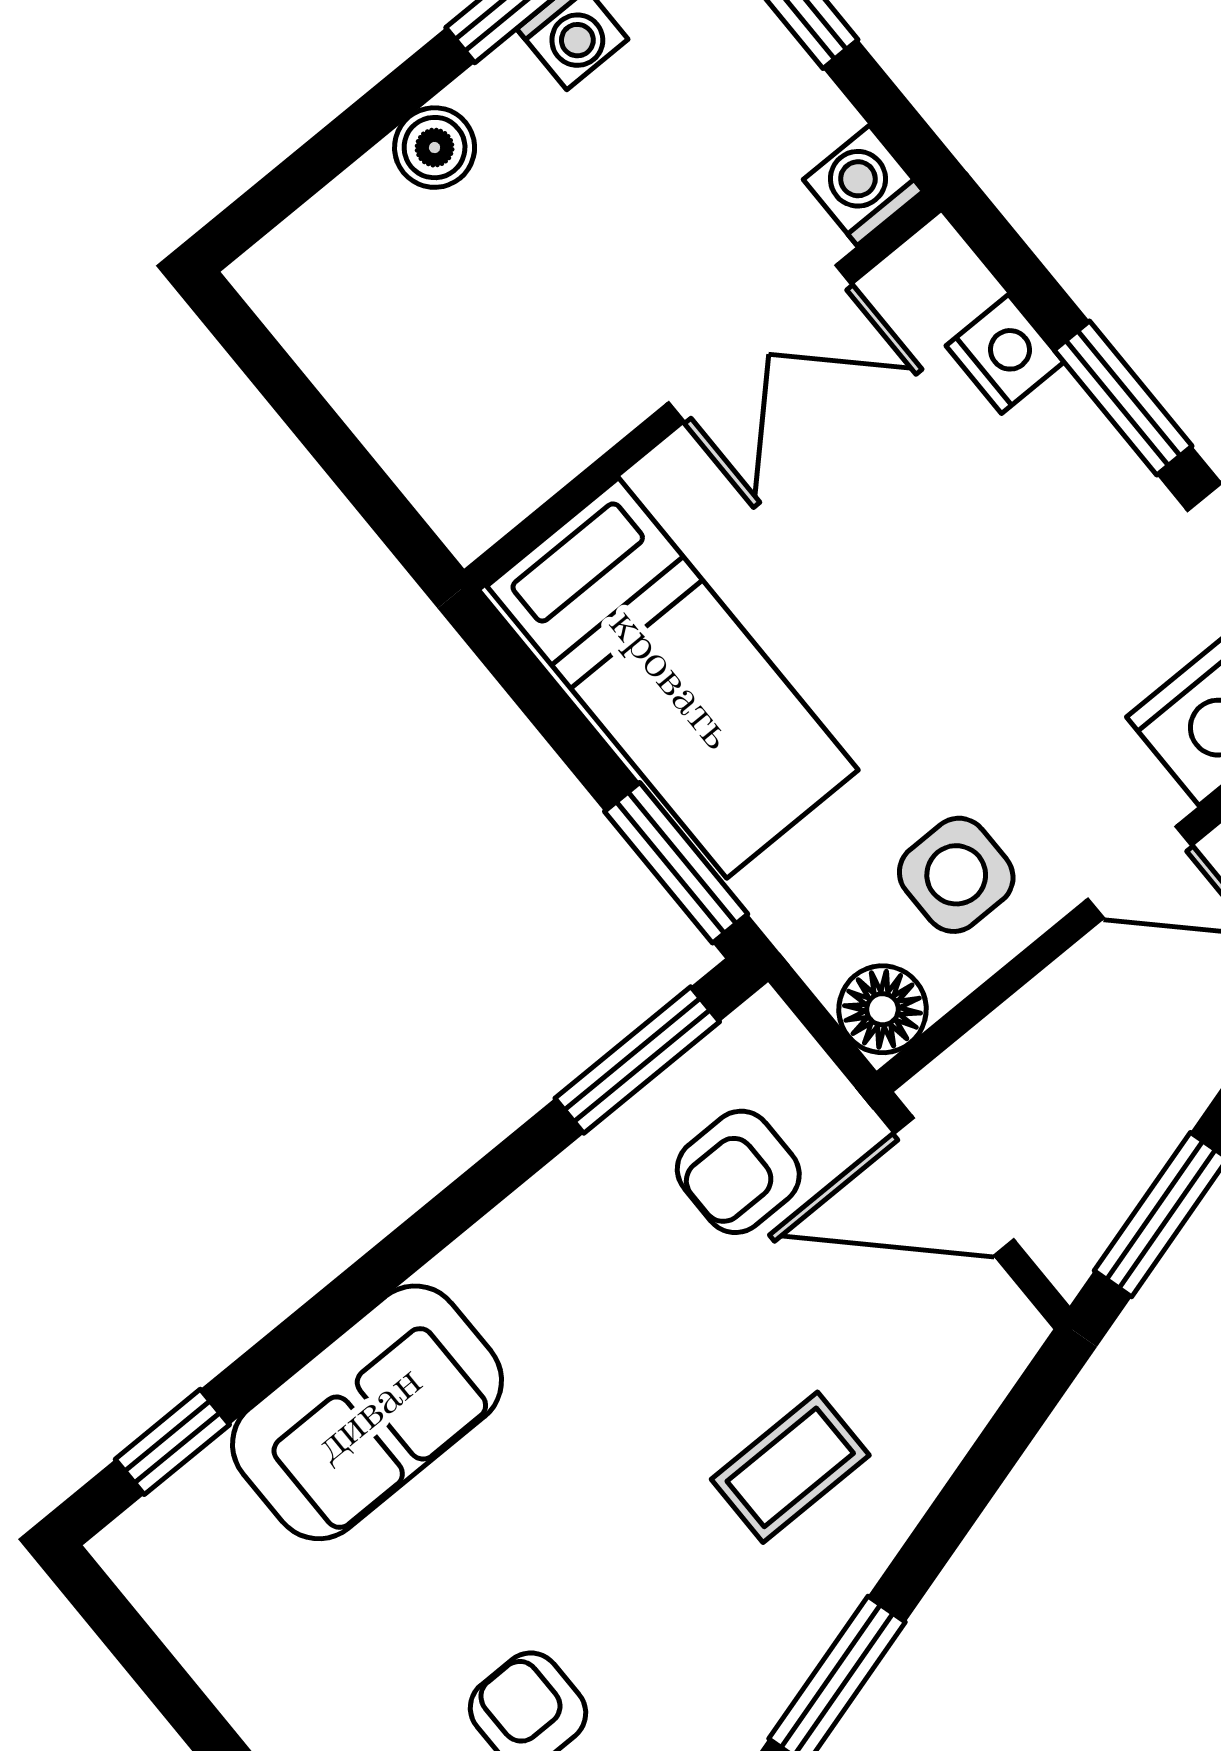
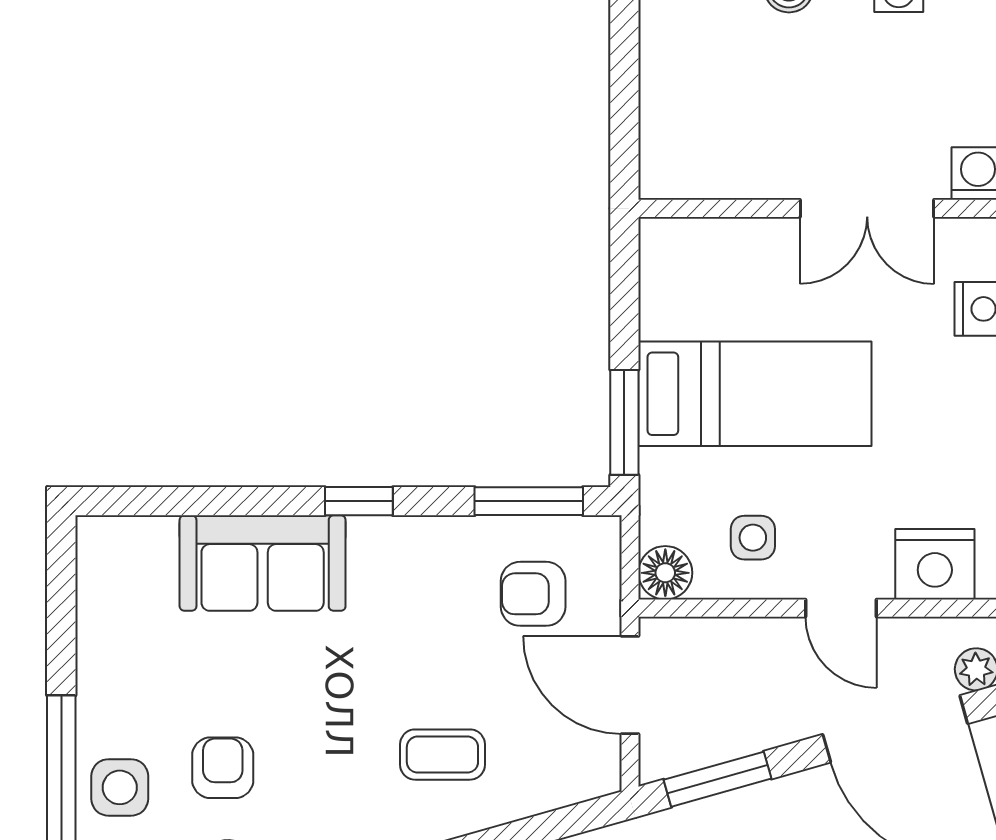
bed: (673, 678) -> (755, 394), moved, turned -90
side table: (956, 875) -> (753, 538), width x0.73, depth x0.73
window: (172, 1442) -> (359, 501), moved

